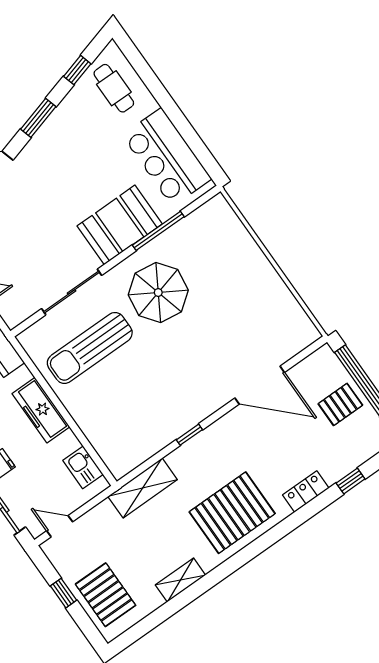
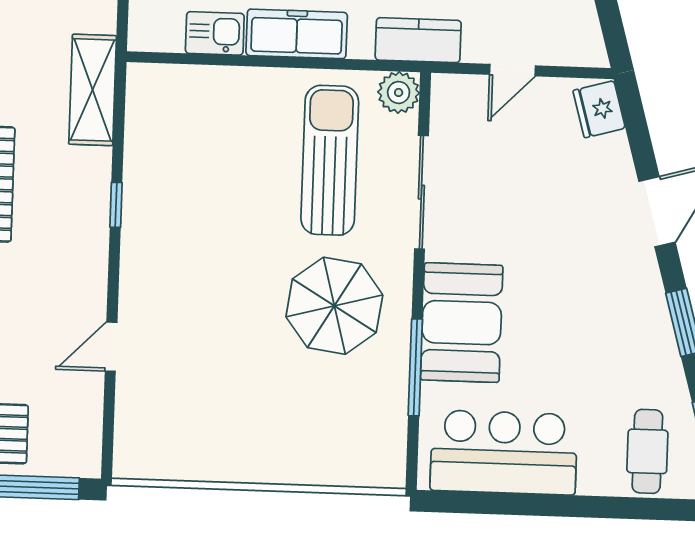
cafe table: (114, 88) -> (647, 451), turned 90
plant: (32, 340) -> (399, 92), added
door: (260, 385) -> (111, 347), width x0.53
kitchen sink: (83, 467) -> (215, 33), moved

